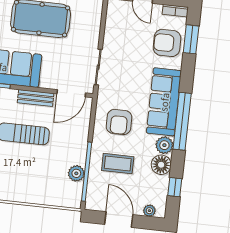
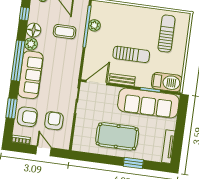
window: (191, 39) -> (11, 108), moved
armchair: (119, 122) -> (54, 121), moved

